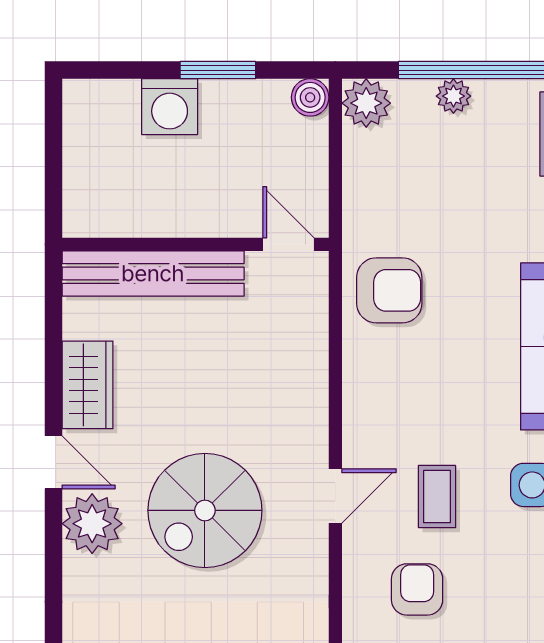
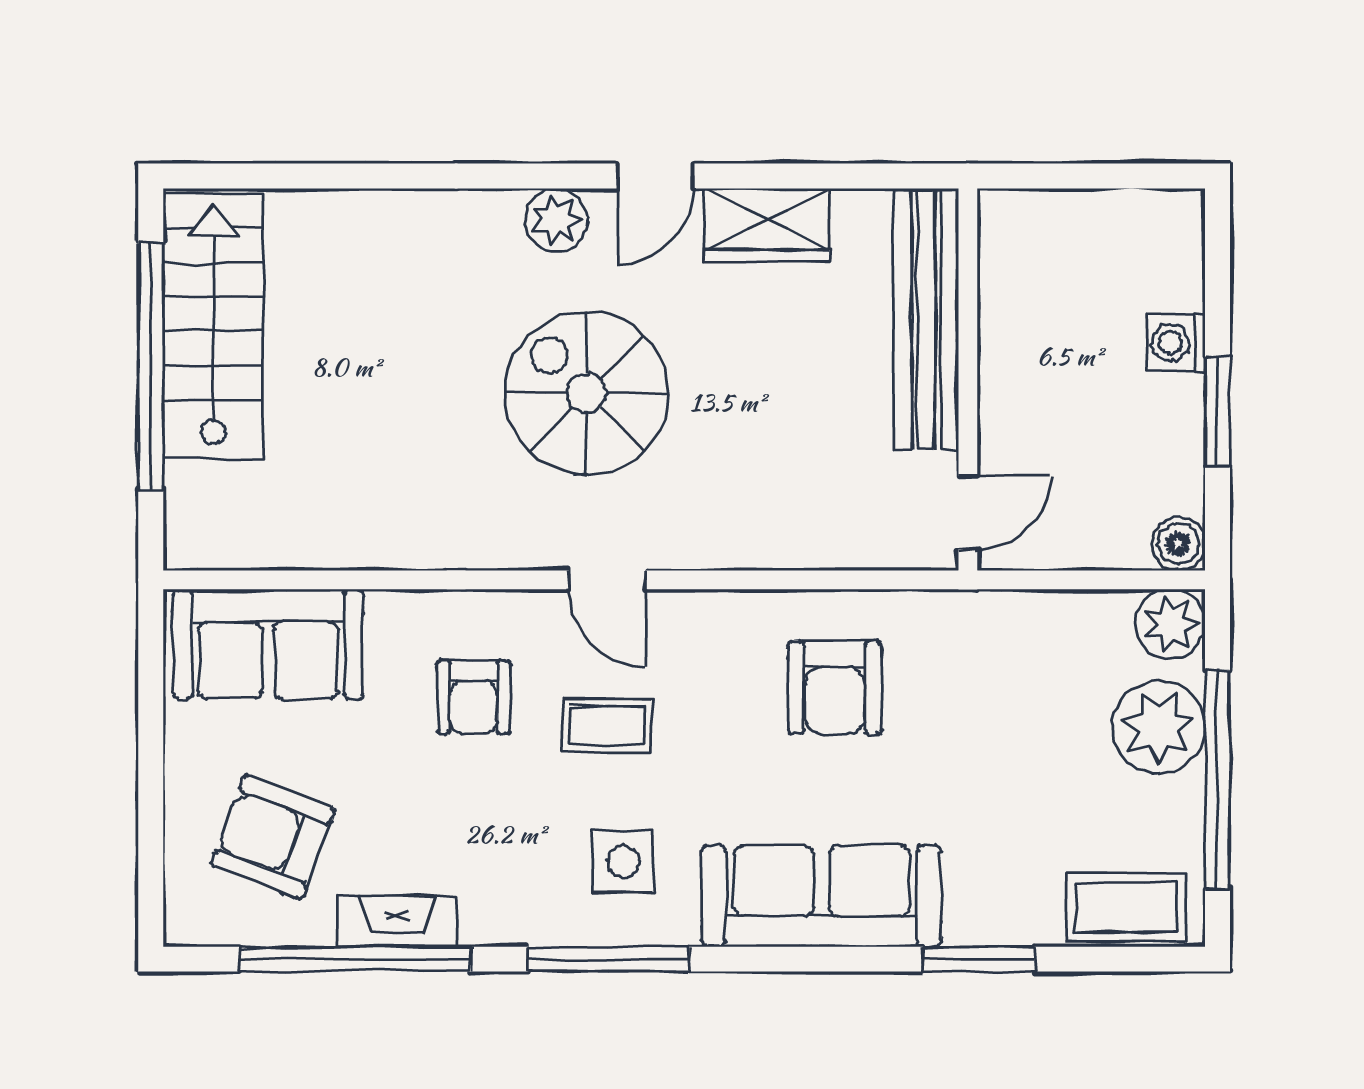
plant: (453, 96) -> (1159, 727), width x1.88, depth x1.88
washing machine: (170, 107) -> (1176, 342), width x0.73, depth x0.73
armchair: (389, 290) -> (835, 687), moved
plant: (92, 524) -> (556, 220), width x0.73, depth x0.73
armchair: (417, 589) -> (474, 697), turned 90

